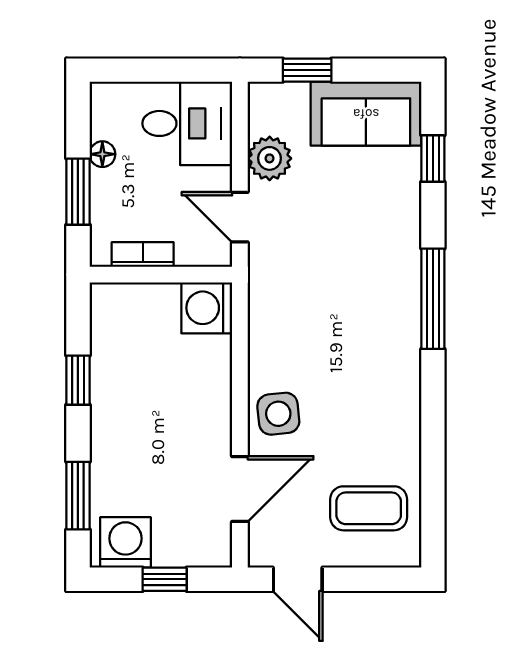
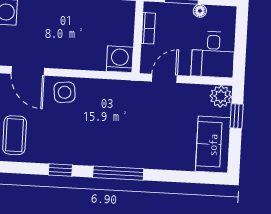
plant: (270, 158) -> (221, 96), moved
window: (433, 158) -> (60, 170), moved

